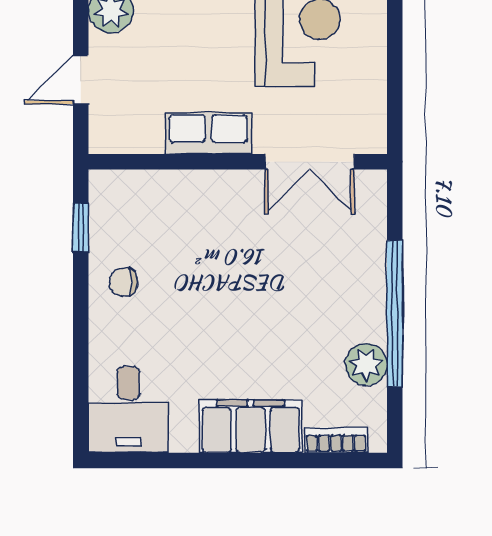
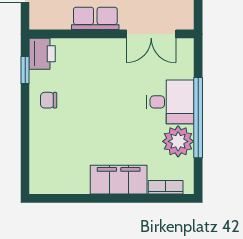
printer: (112, 198) -> (42, 54), added
plant: (366, 364) -> (178, 141), width x1.36, depth x1.36
desk: (128, 410) -> (170, 102), moved, turned -90

